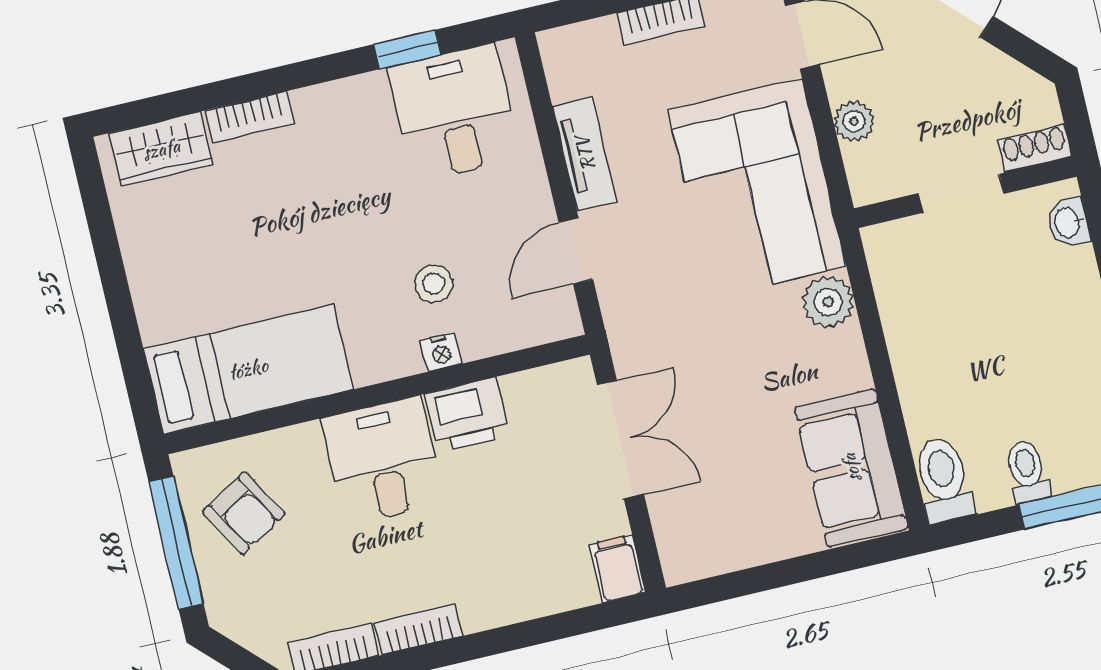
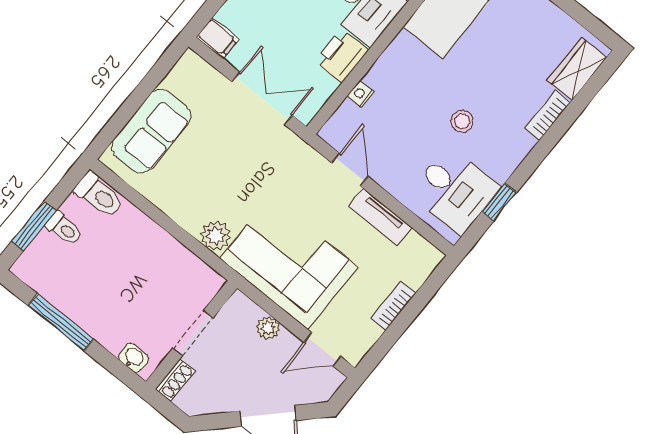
stool: (434, 284) -> (462, 121), moved
nightstand: (441, 352) -> (361, 94), moved
double door: (620, 440) -> (262, 99), swing flipped
sofa: (851, 468) -> (151, 131), moved, turned 90

